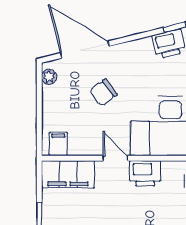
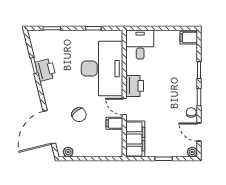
filing cabinet: (58, 144) -> (114, 123), moved
door: (115, 158) -> (124, 107), hinge flipped

